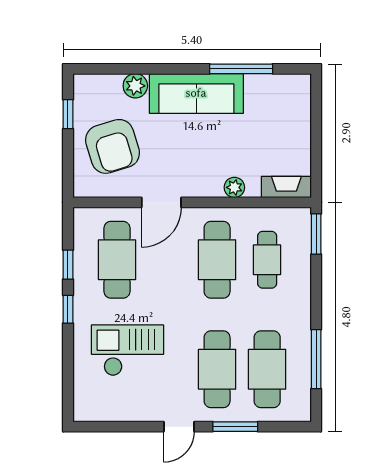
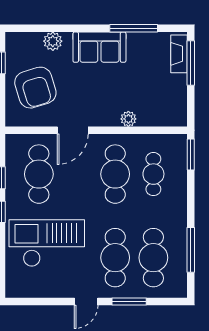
sofa: (196, 93) -> (99, 47), width x0.73
window: (316, 114) -> (191, 63), added
fireplace: (286, 187) -> (179, 54), moved, turned -90
checkout: (127, 350) -> (47, 243), width x1.36, depth x1.21

